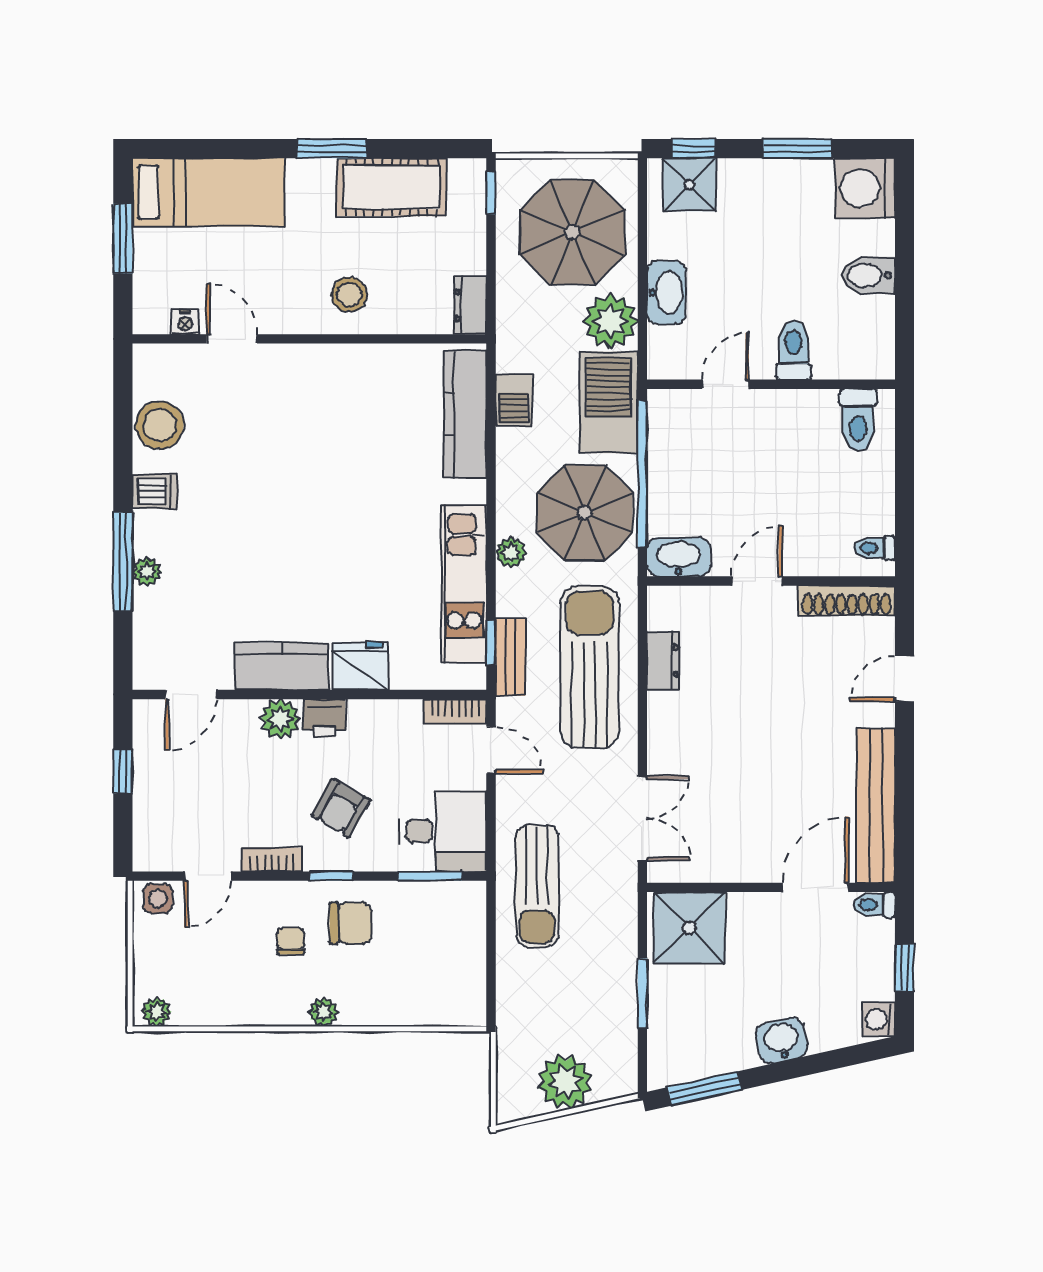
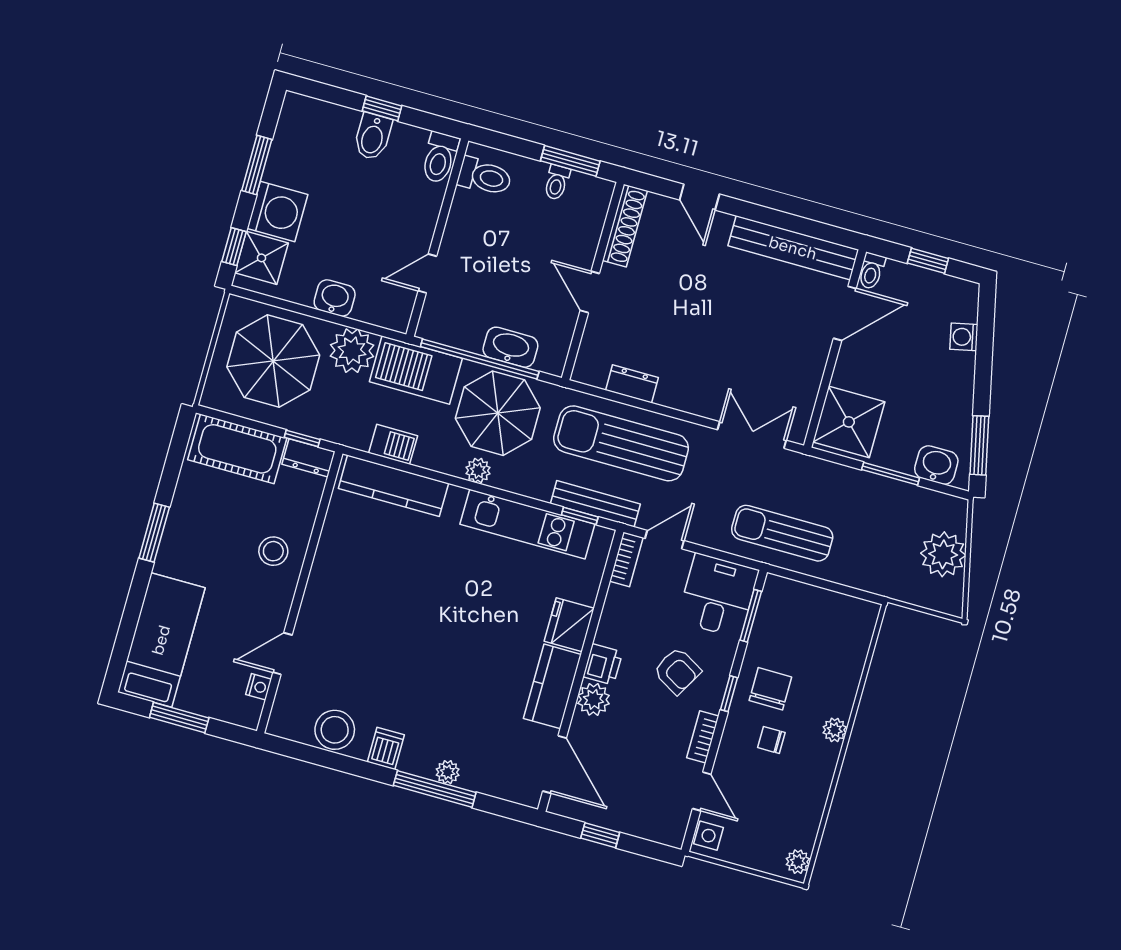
cot: (391, 187) -> (237, 449), moved, turned 90
washing machine: (865, 188) -> (277, 212), moved, turned -90
window: (491, 193) -> (302, 438), moved
window: (904, 277) -> (382, 108), added
washbasin: (666, 292) -> (335, 298), width x0.72
toilet: (794, 350) -> (440, 158), moved, turned -90
door: (726, 384) -> (427, 273), hinge flipped
window: (904, 515) -> (570, 161), added
toilet: (875, 548) -> (557, 182), moved
plant: (511, 552) -> (478, 471), moved
washbasin: (679, 557) -> (510, 347), moved, turned 90
bench: (510, 657) -> (595, 504), width x1.36
door: (191, 694) -> (555, 764), width x1.38
sun lounger: (537, 886) -> (782, 533), turned 180
door: (816, 887) -> (845, 313), swing flipped
washing machine: (879, 1019) -> (964, 337), moved, turned 77
washbasin: (782, 1040) -> (936, 465), moved, turned 103

